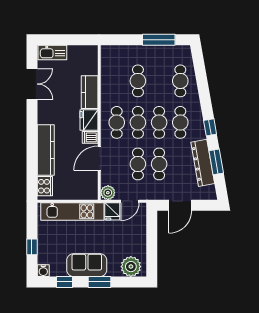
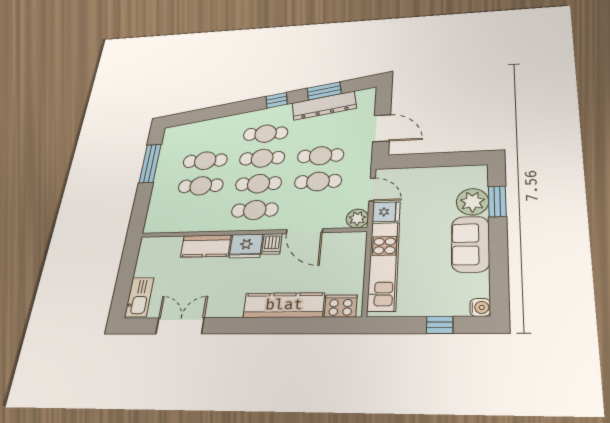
cafe table: (180, 81) -> (205, 161), moved
plant: (131, 267) -> (472, 202), moved
window: (65, 282) -> (499, 275), removed
window: (100, 282) -> (497, 201), moved

